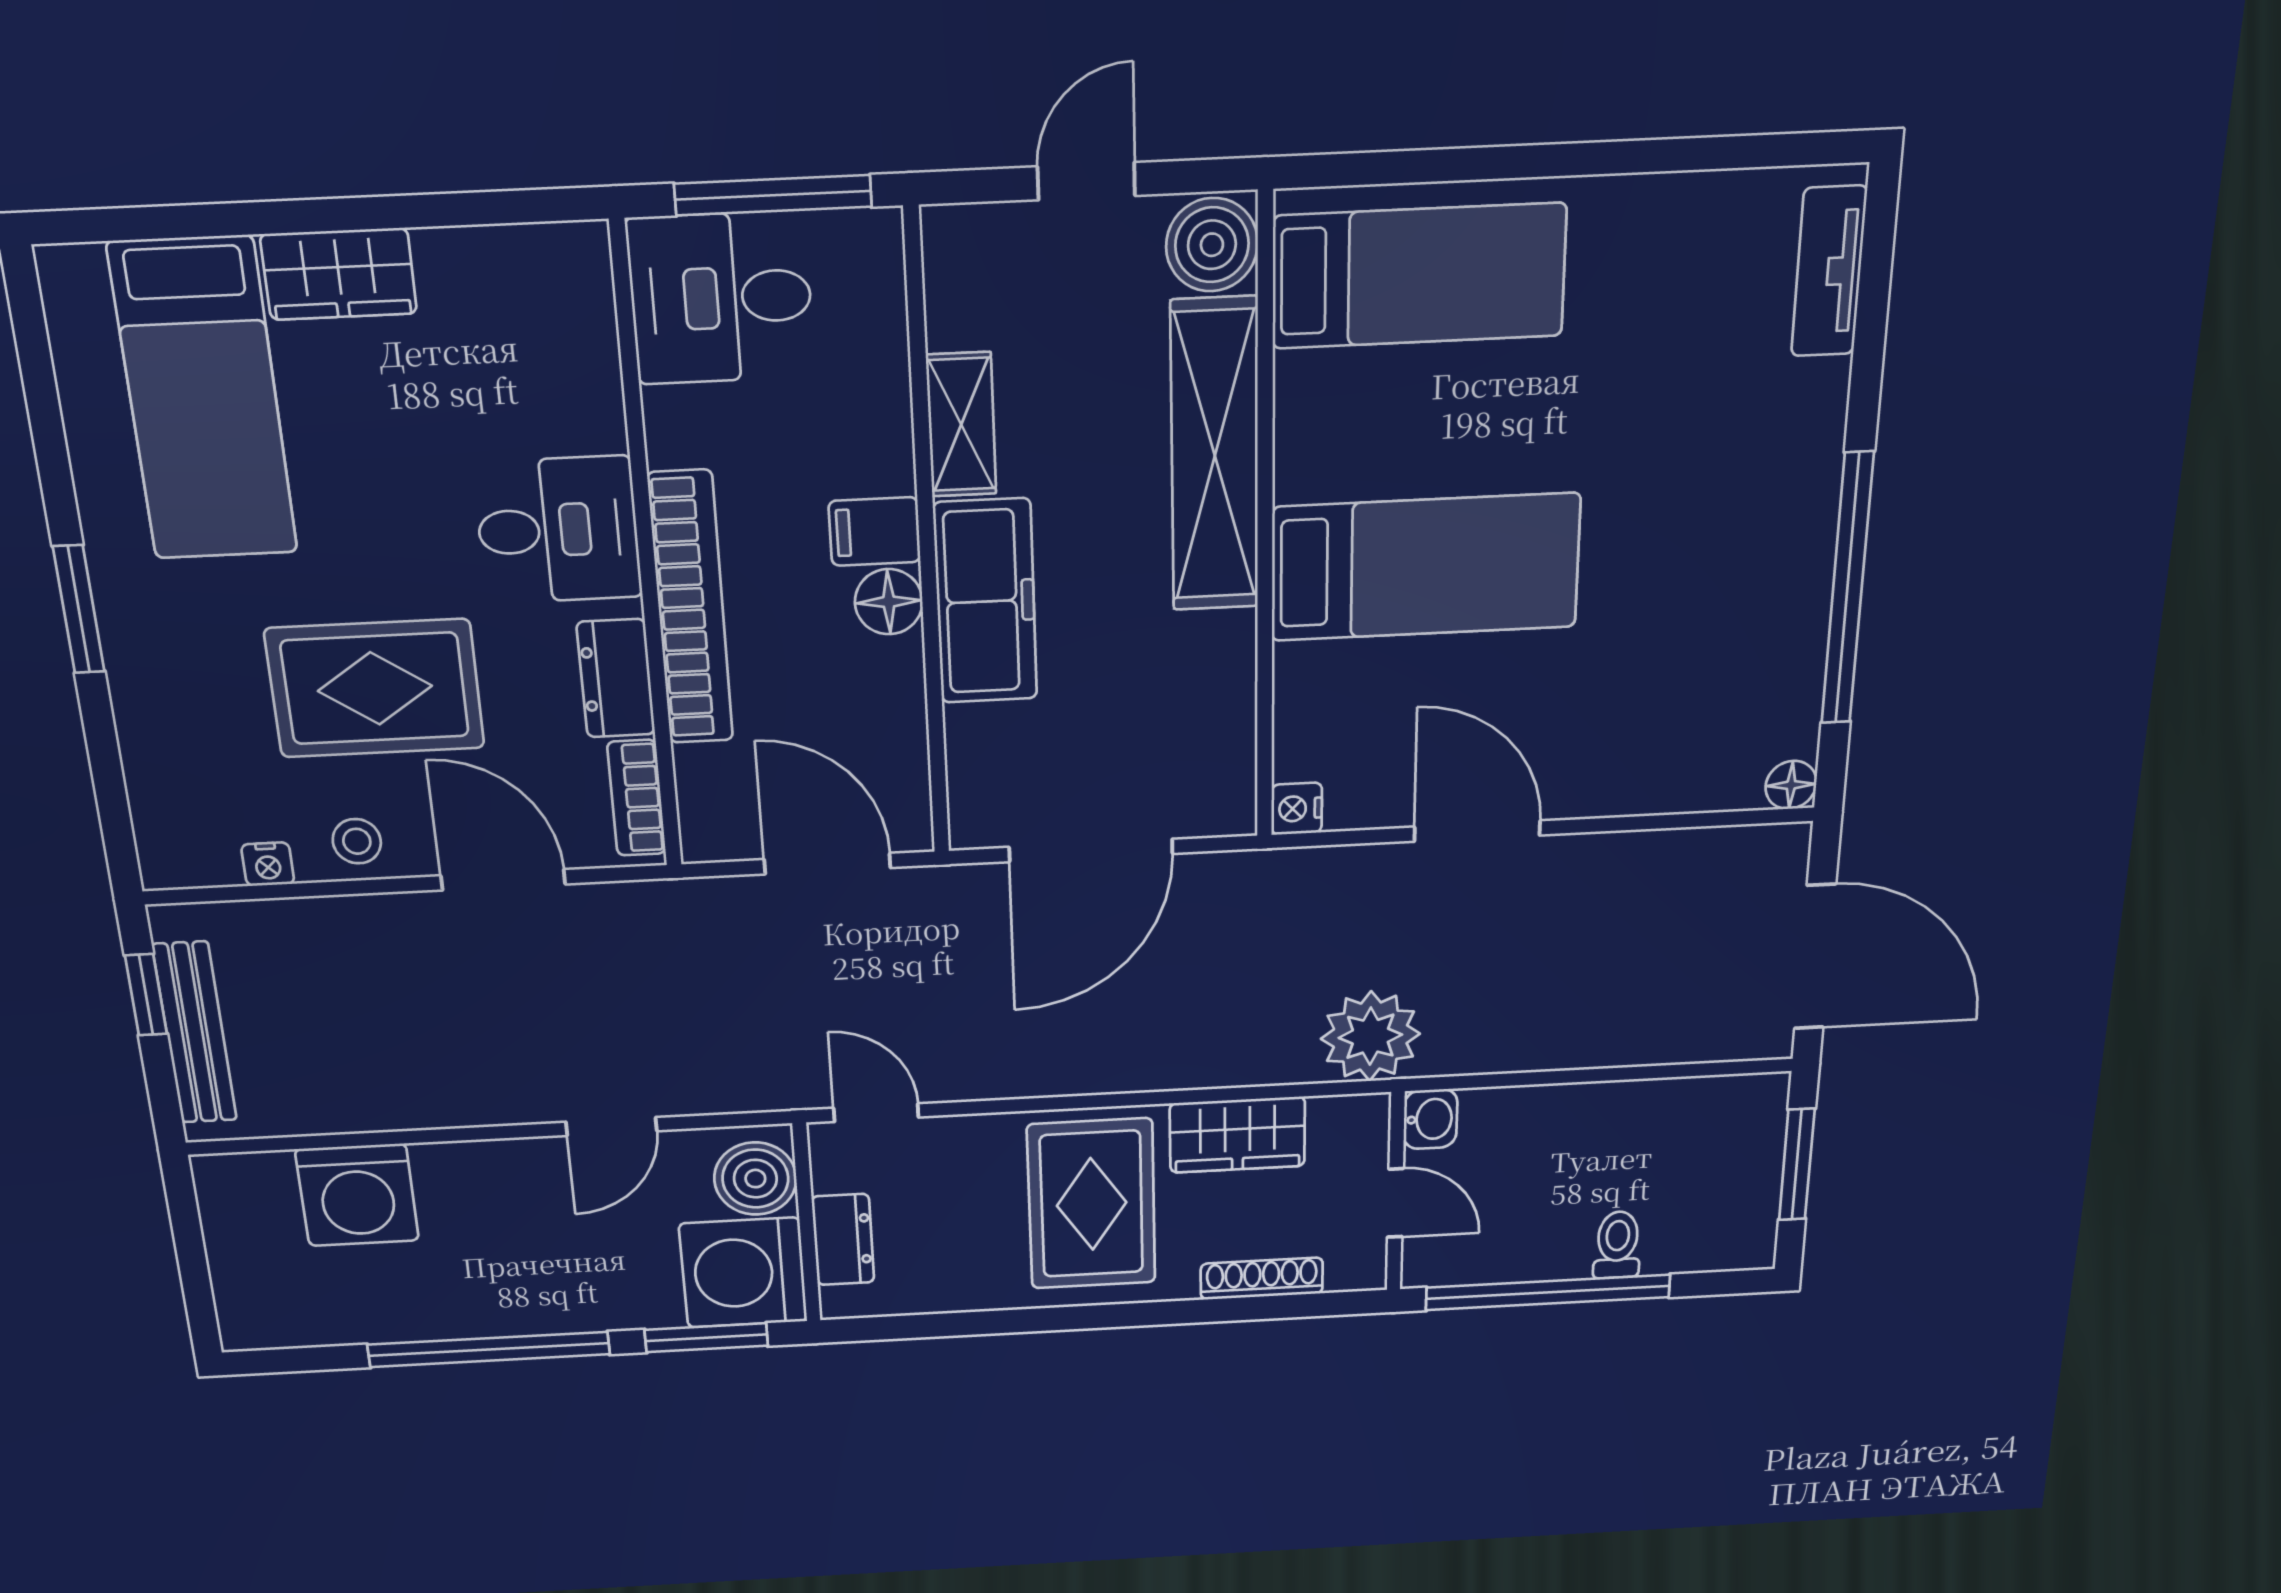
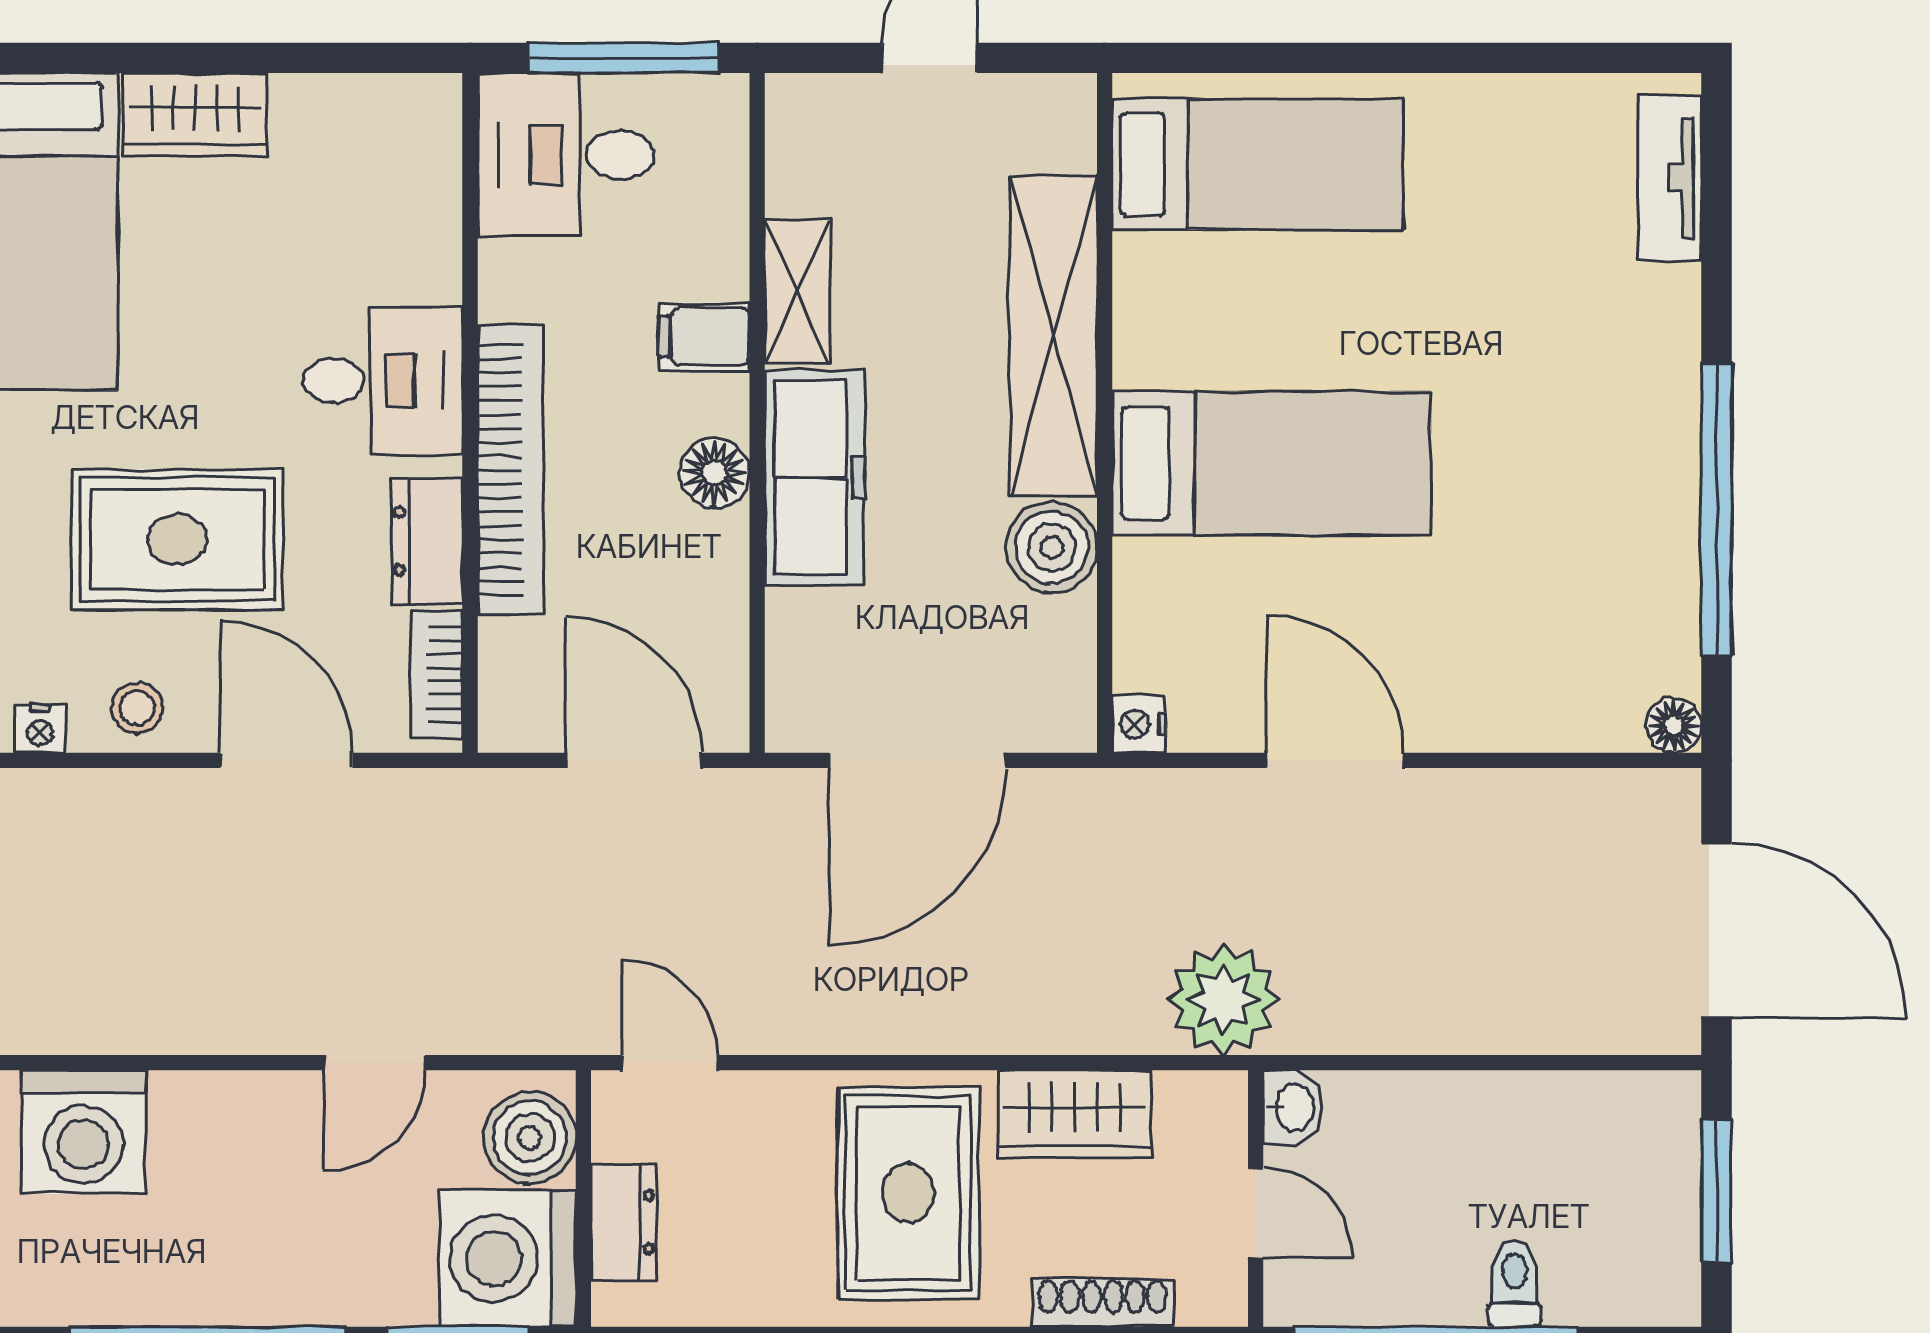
boiler: (1212, 245) -> (1052, 547), moved
filing cabinet: (875, 531) -> (704, 337), moved

